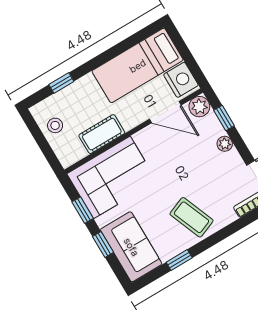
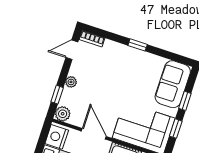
door: (165, 112) -> (94, 134), moved
coffee table: (192, 217) -> (127, 65), removed
window: (179, 260) -> (138, 45), moved

